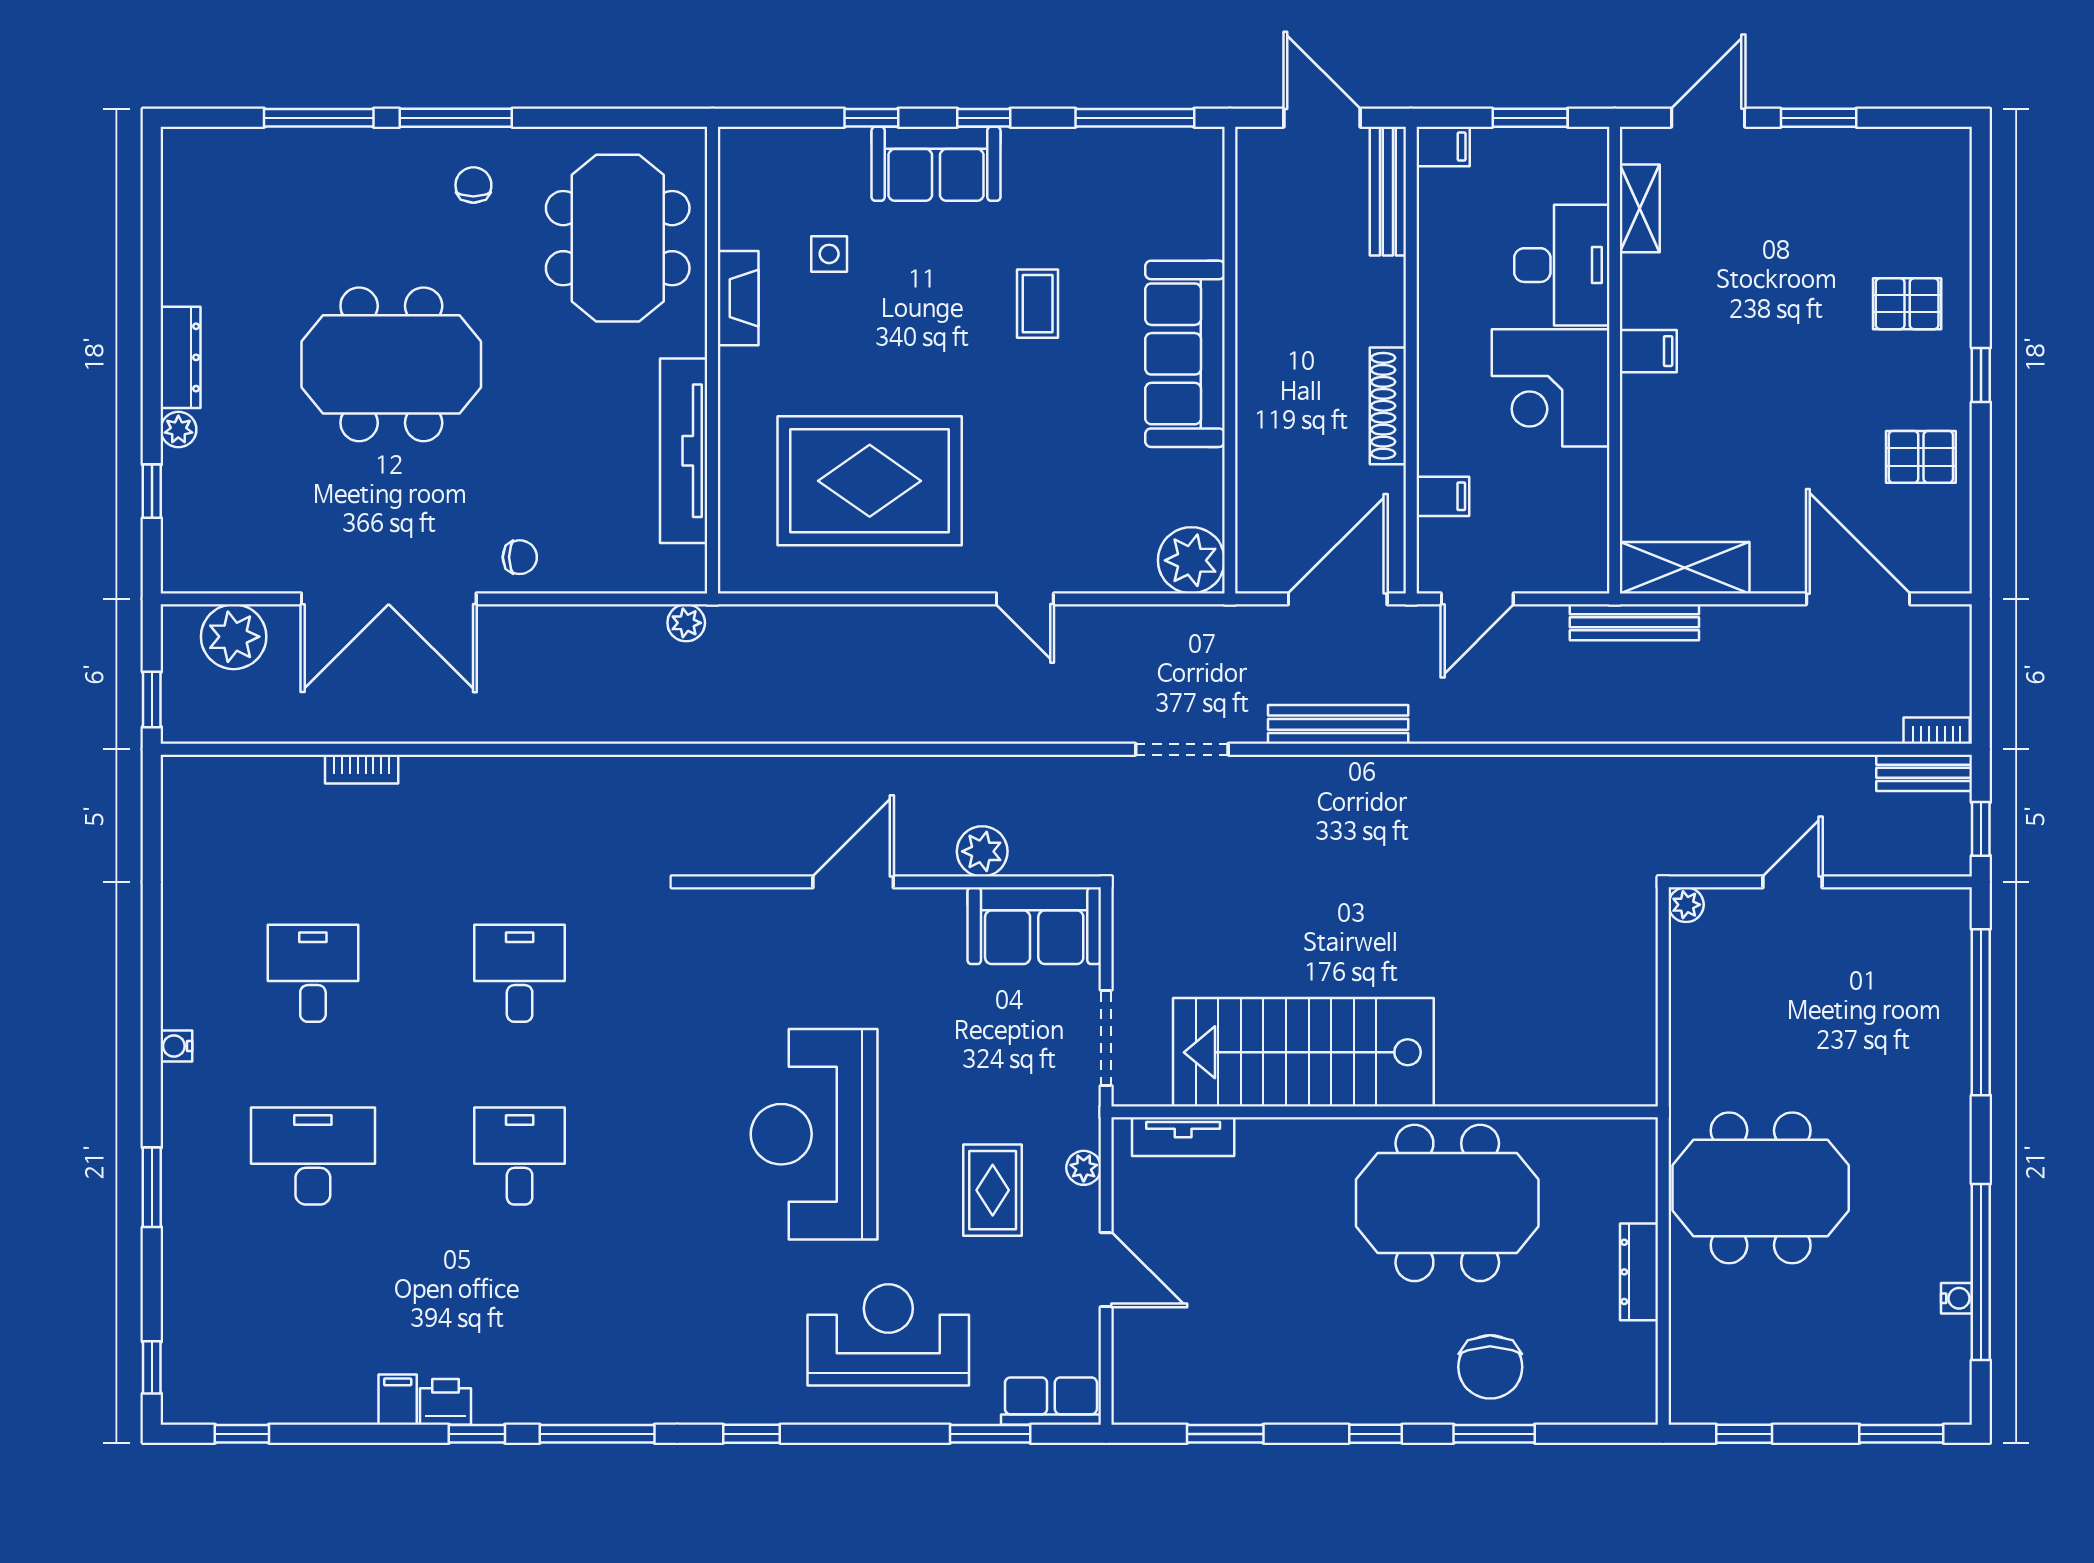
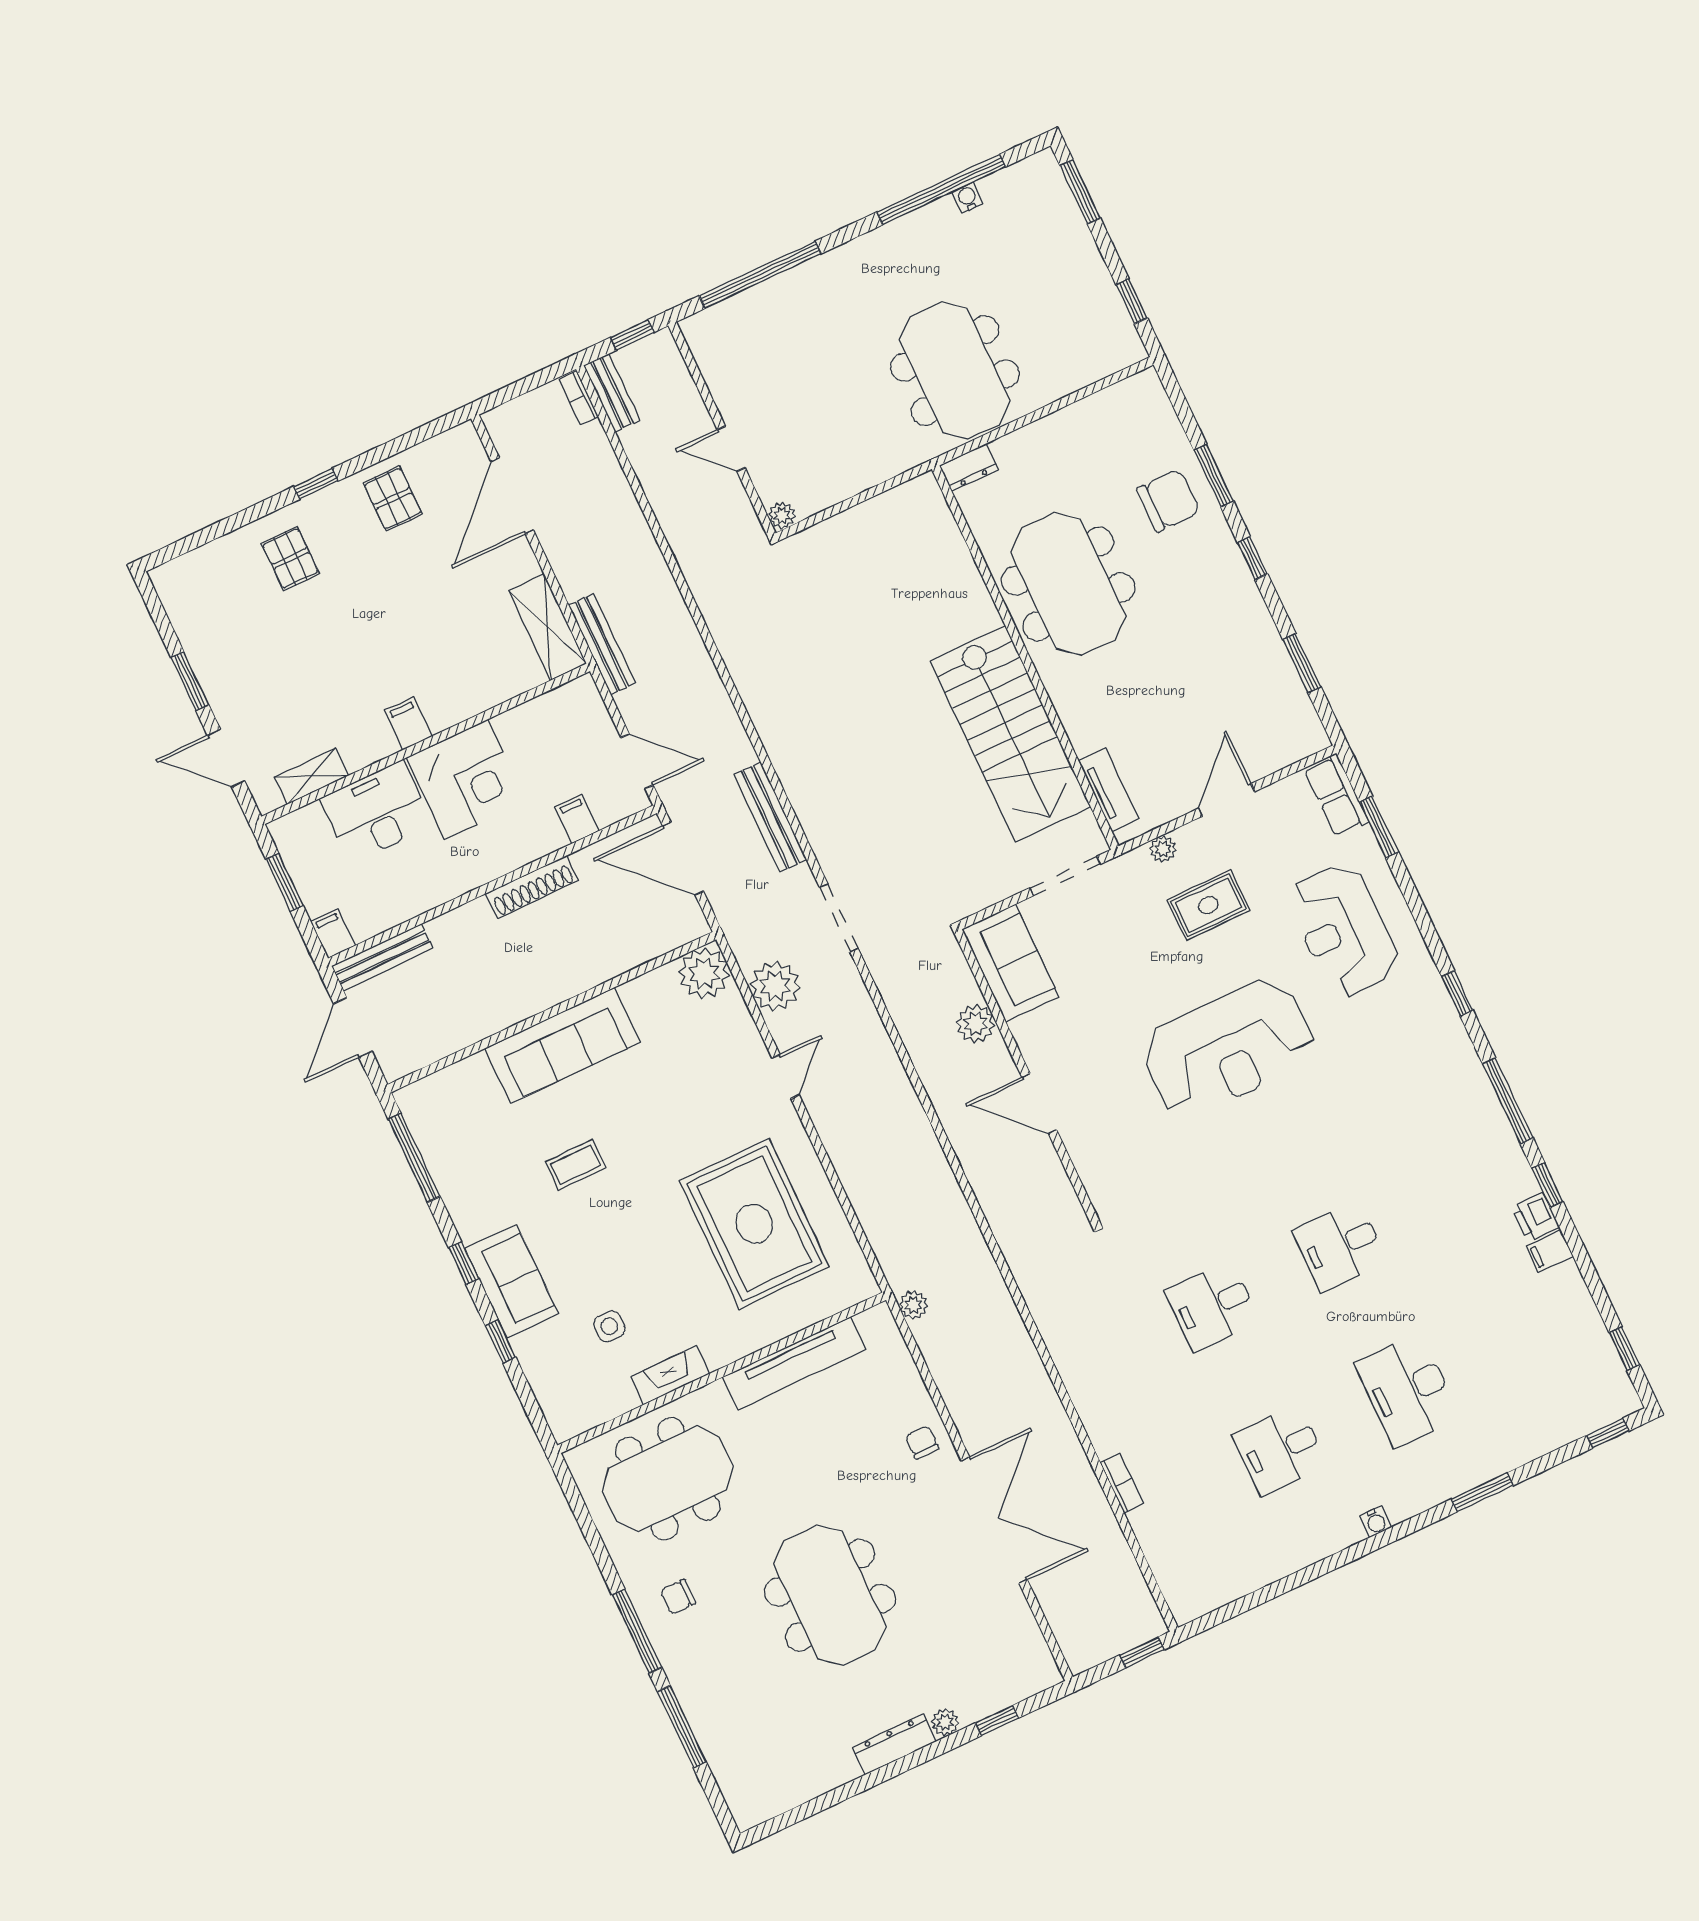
plant: (234, 637) -> (775, 986), moved
dresser: (1639, 1272) -> (969, 467), moved, width x0.70

